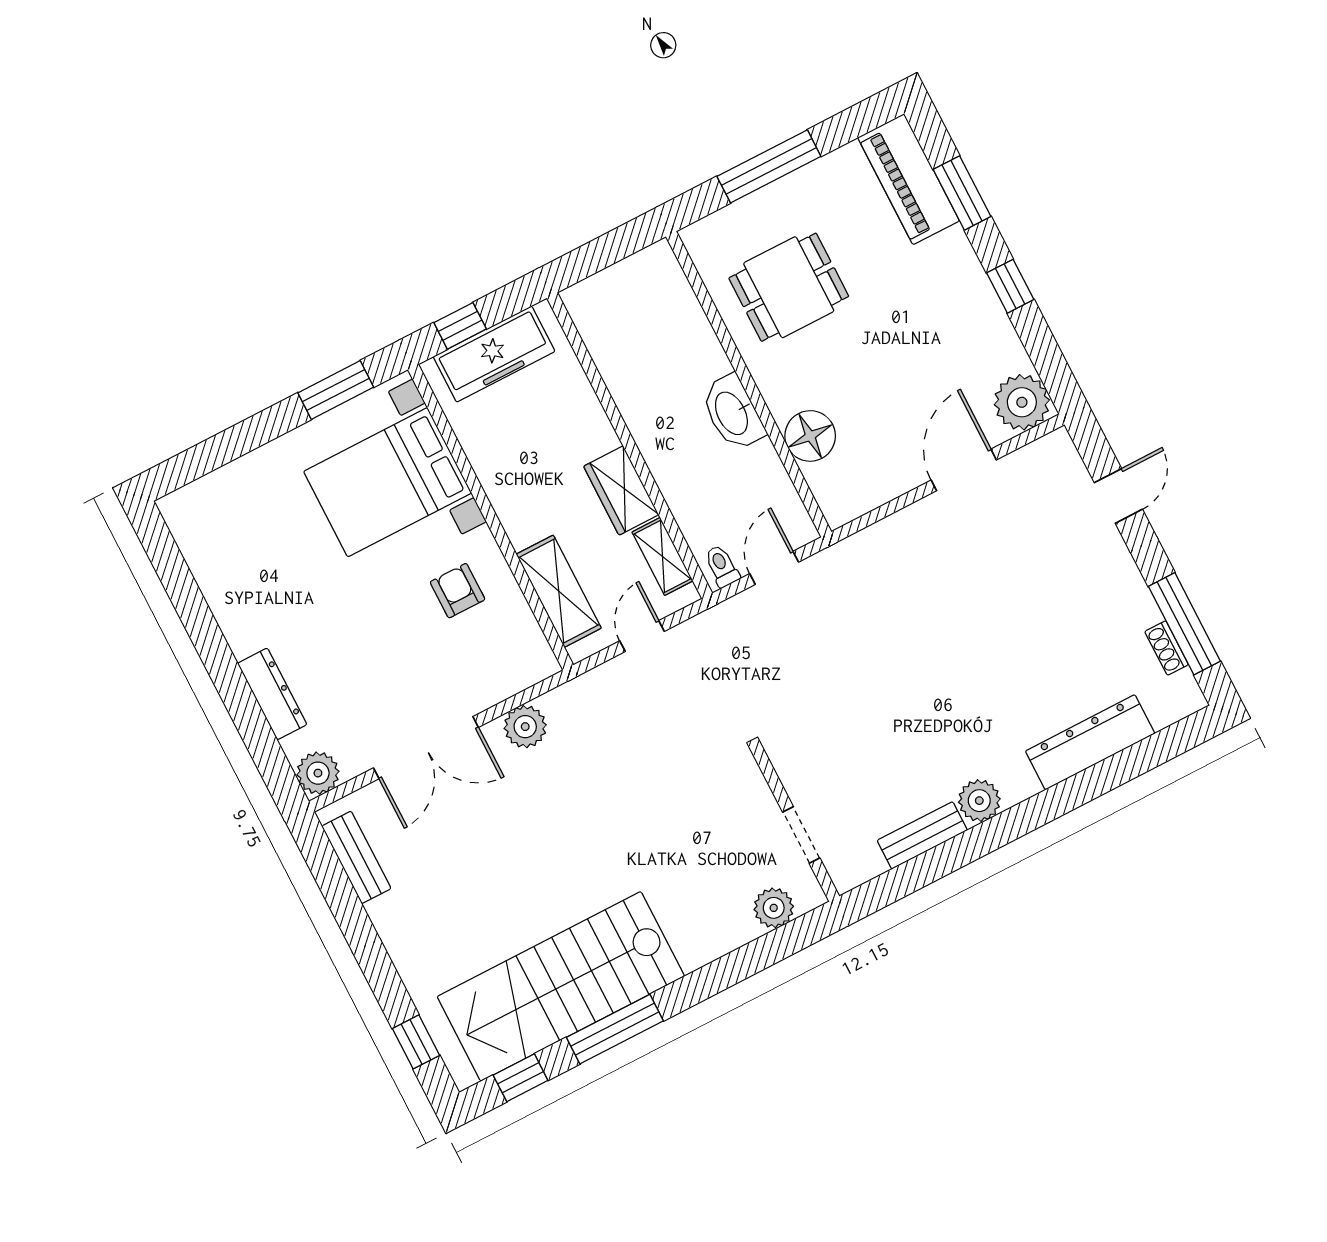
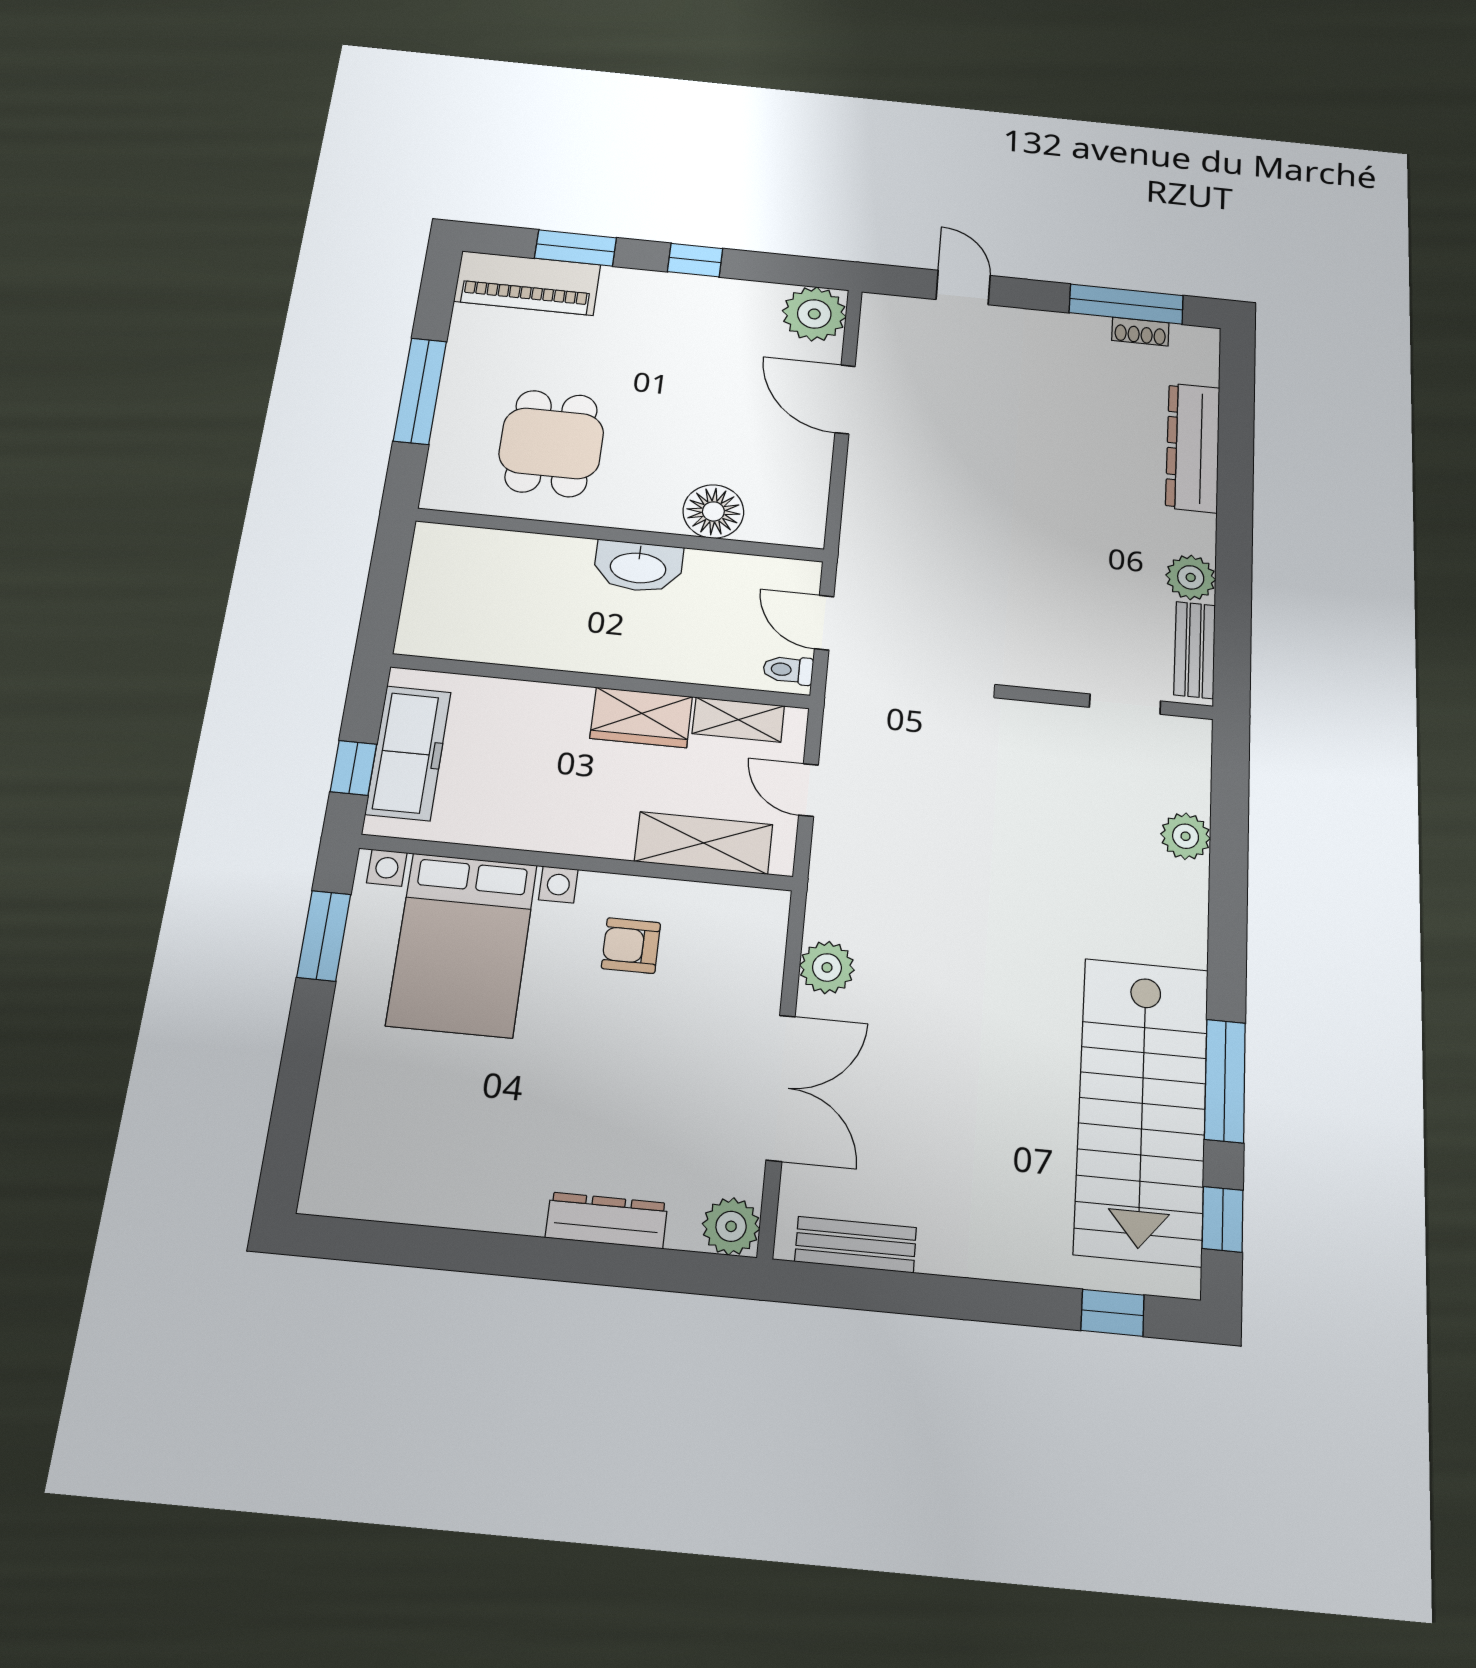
wall: (796, 825) -> (1111, 703), moved
doorway: (801, 835) -> (1125, 704), moved

